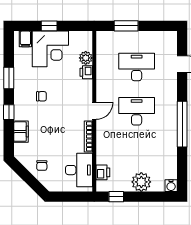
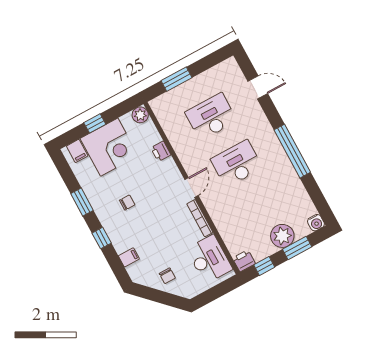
plant: (86, 58) -> (140, 115), moved
filing cabinet: (21, 132) -> (129, 257), width x0.50
printer: (103, 172) -> (244, 261), moved, turned -90
window: (147, 197) -> (297, 248), added

